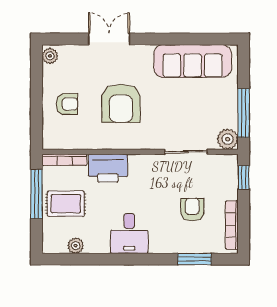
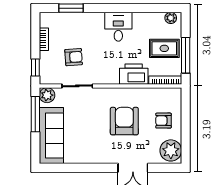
plant: (50, 56) -> (171, 150), width x1.87, depth x1.87
sofa: (193, 61) -> (51, 136), moved, turned 90
armchair: (192, 210) -> (74, 57), moved, turned -94
bookcase: (232, 225) -> (44, 39), width x0.64
plant: (76, 246) -> (171, 18), moved

